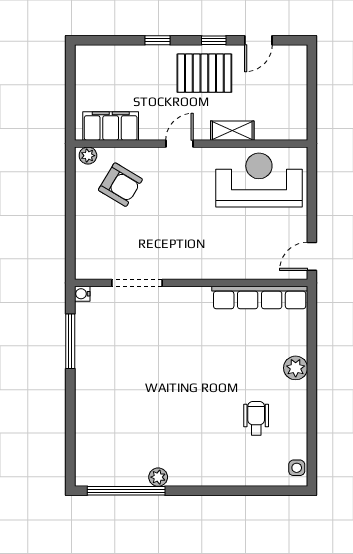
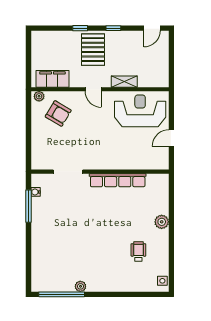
door: (258, 40) -> (152, 28), moved
pallet: (204, 73) -> (93, 50), moved, turned 90
door: (179, 144) -> (93, 89), swing flipped
door: (312, 256) -> (171, 138), moved
water cooler: (82, 294) -> (36, 192), moved
row of seats: (260, 297) -> (118, 180), moved

